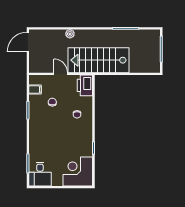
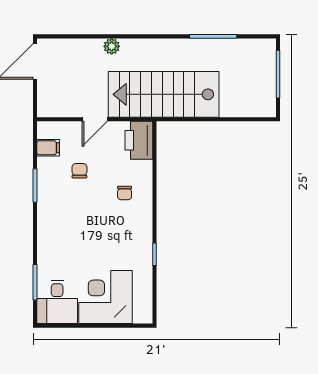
door: (61, 74) -> (95, 119), swing flipped
corner desk: (78, 171) -> (106, 297), moved

